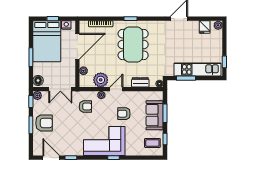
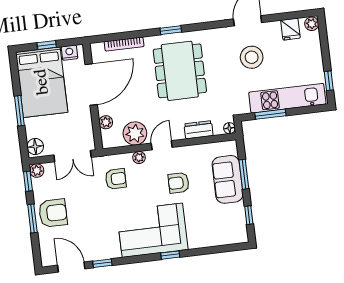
stool: (179, 41) -> (252, 57), added
coffee table: (152, 143) -> (230, 224), removed

